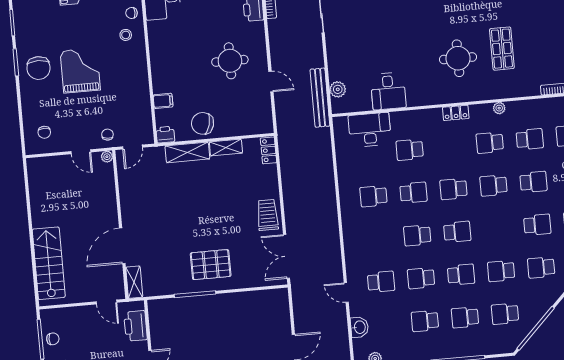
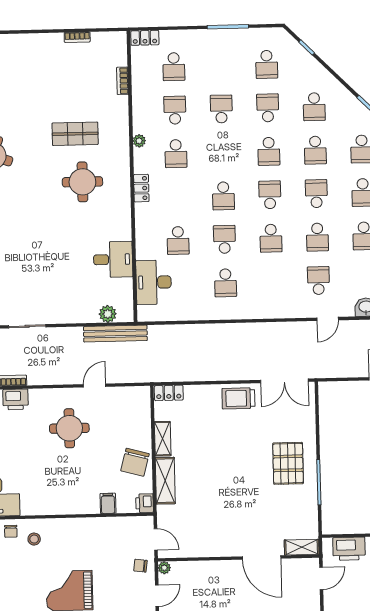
school desk: (493, 185) -> (269, 151), moved

